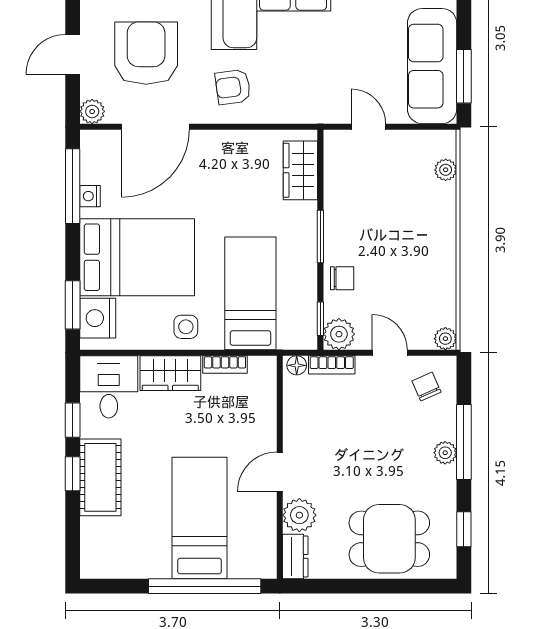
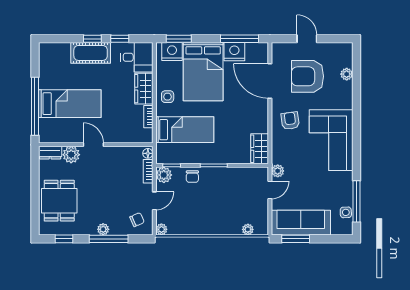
armchair: (146, 53) -> (307, 76), turned 180
plant: (92, 111) -> (278, 171), moved
wardrobe: (300, 170) -> (260, 149), moved, turned -90
nightstand: (90, 196) -> (234, 52), width x1.89, depth x1.79

